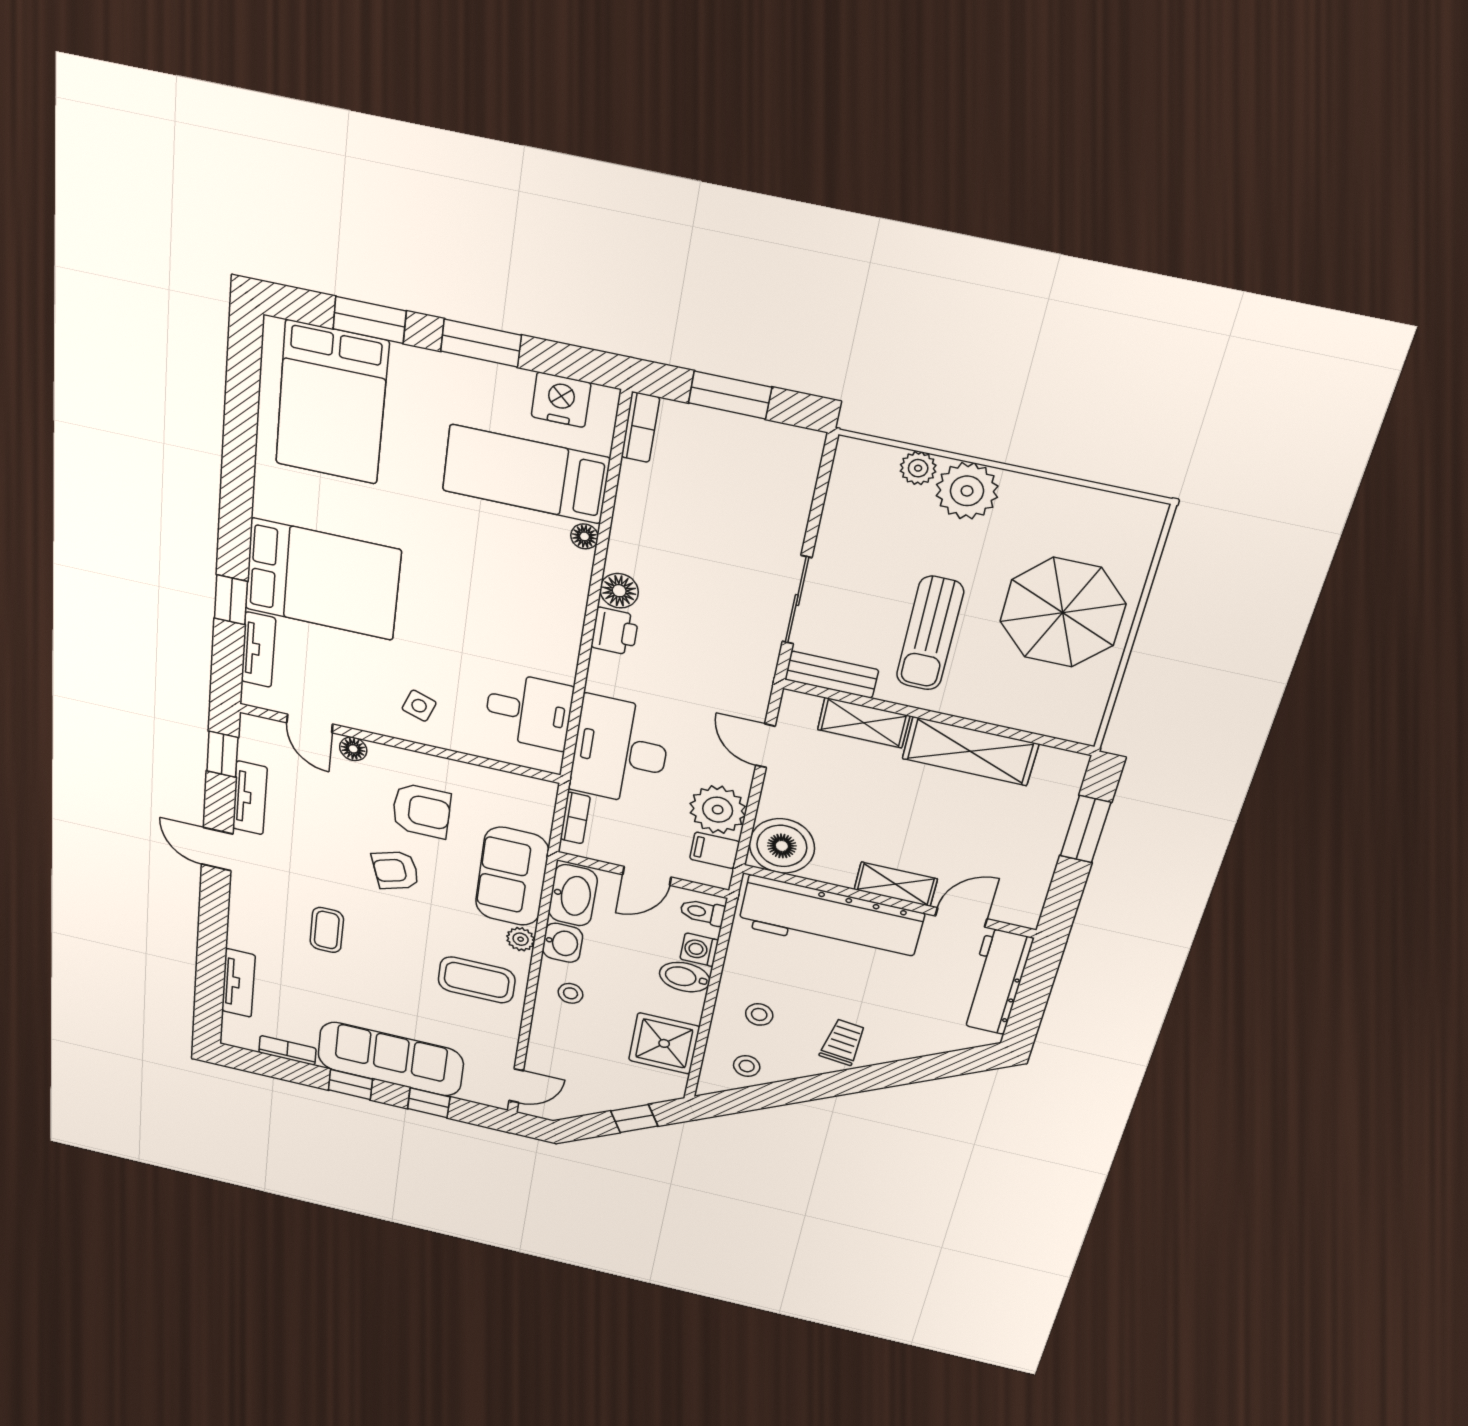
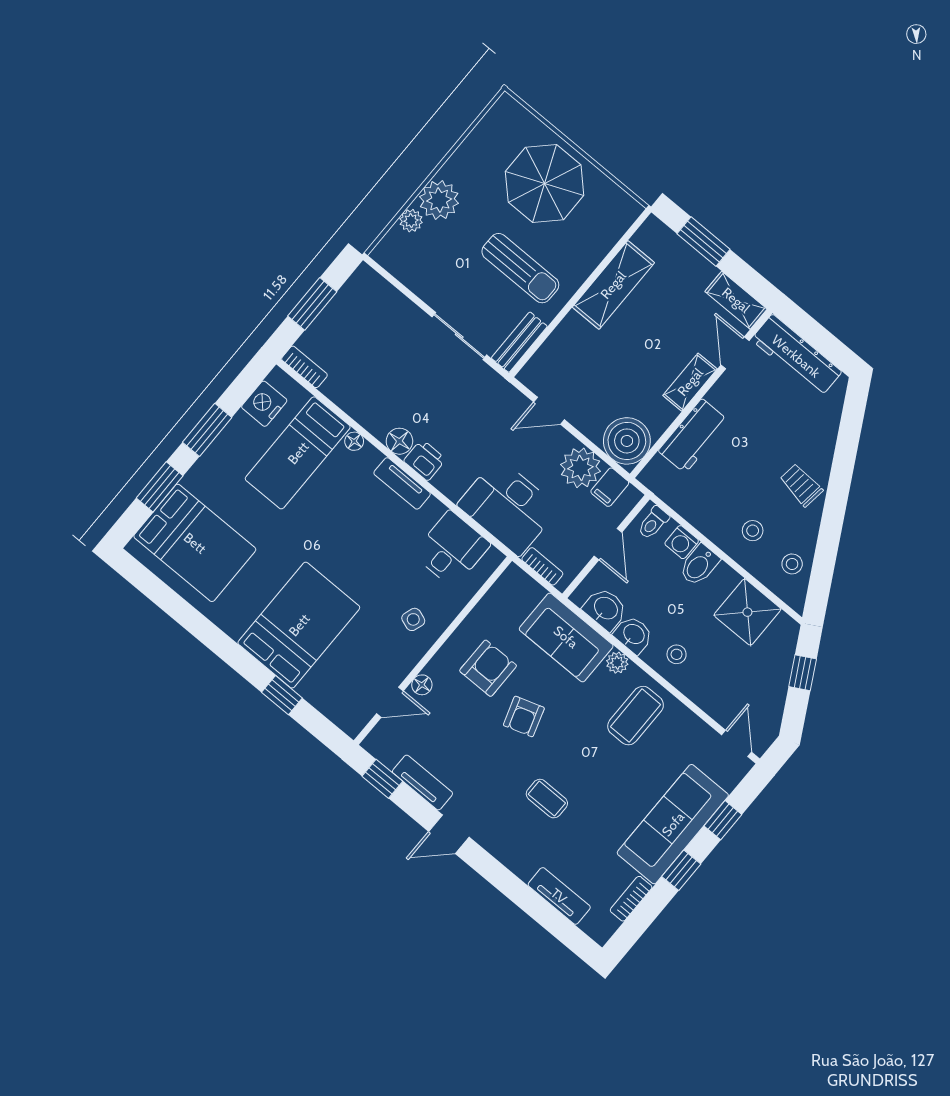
tv unit: (258, 650) -> (402, 483), moved, turned 180
shelving: (864, 723) -> (736, 300), moved, turned 90
washbasin: (573, 895) -> (605, 609), width x0.72
workbench: (831, 919) -> (693, 436), width x0.53, depth x0.76

